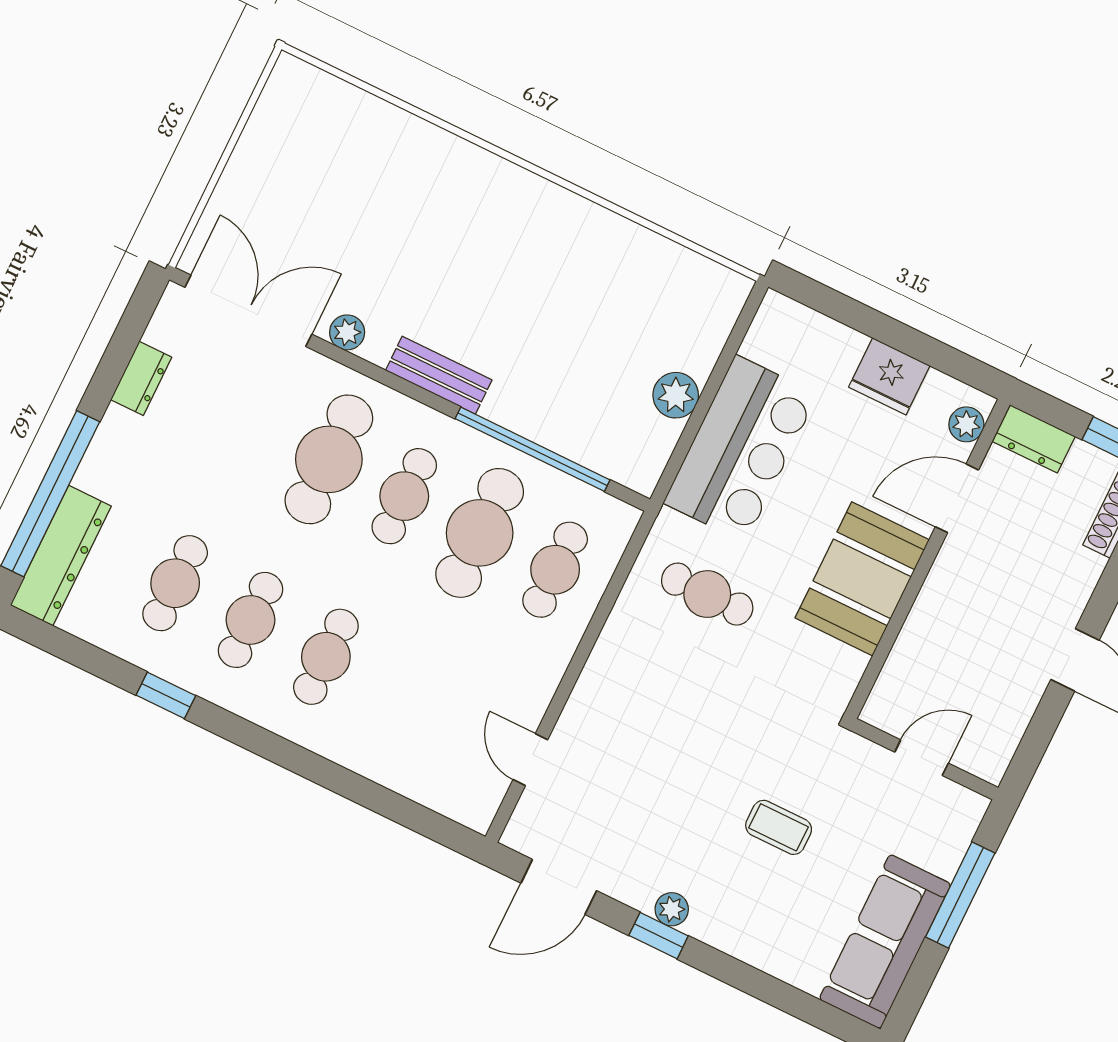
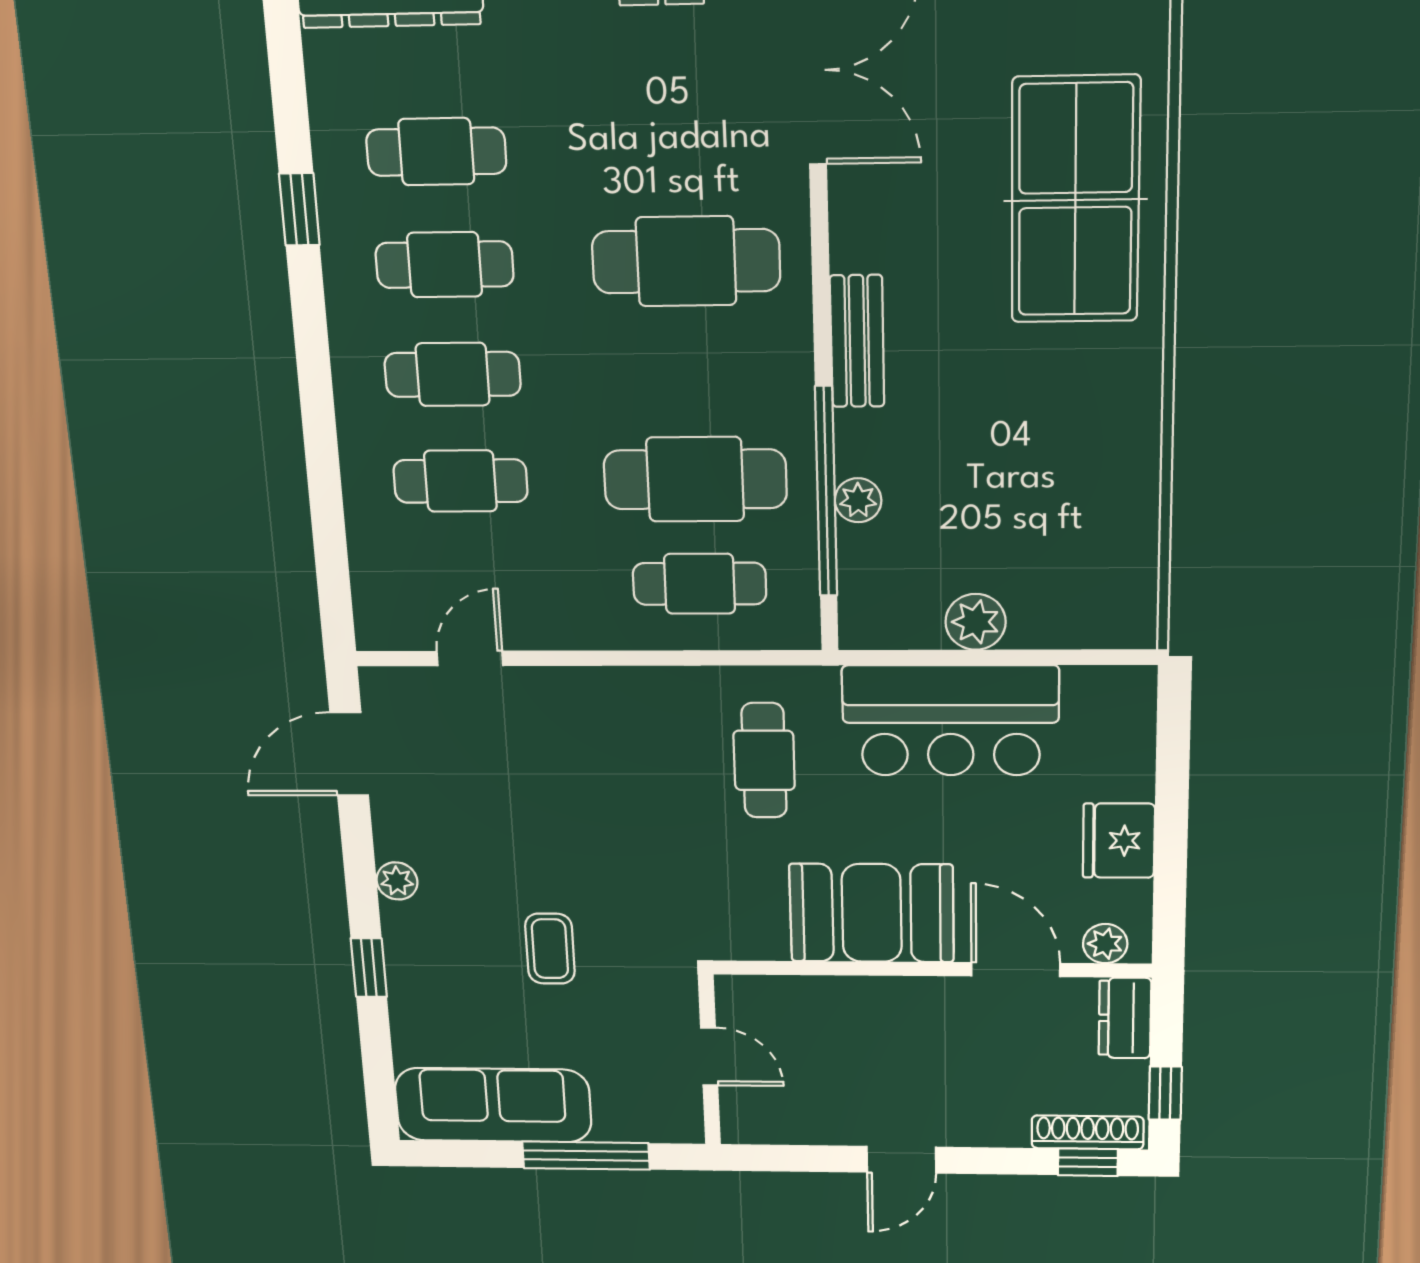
table tennis table: (416, 188) -> (1075, 200), added
plant: (347, 332) -> (858, 500), moved
cafe table: (404, 496) -> (460, 481), moved
door: (559, 887) -> (349, 754), hinge flipped
window: (659, 936) -> (369, 968), moved

